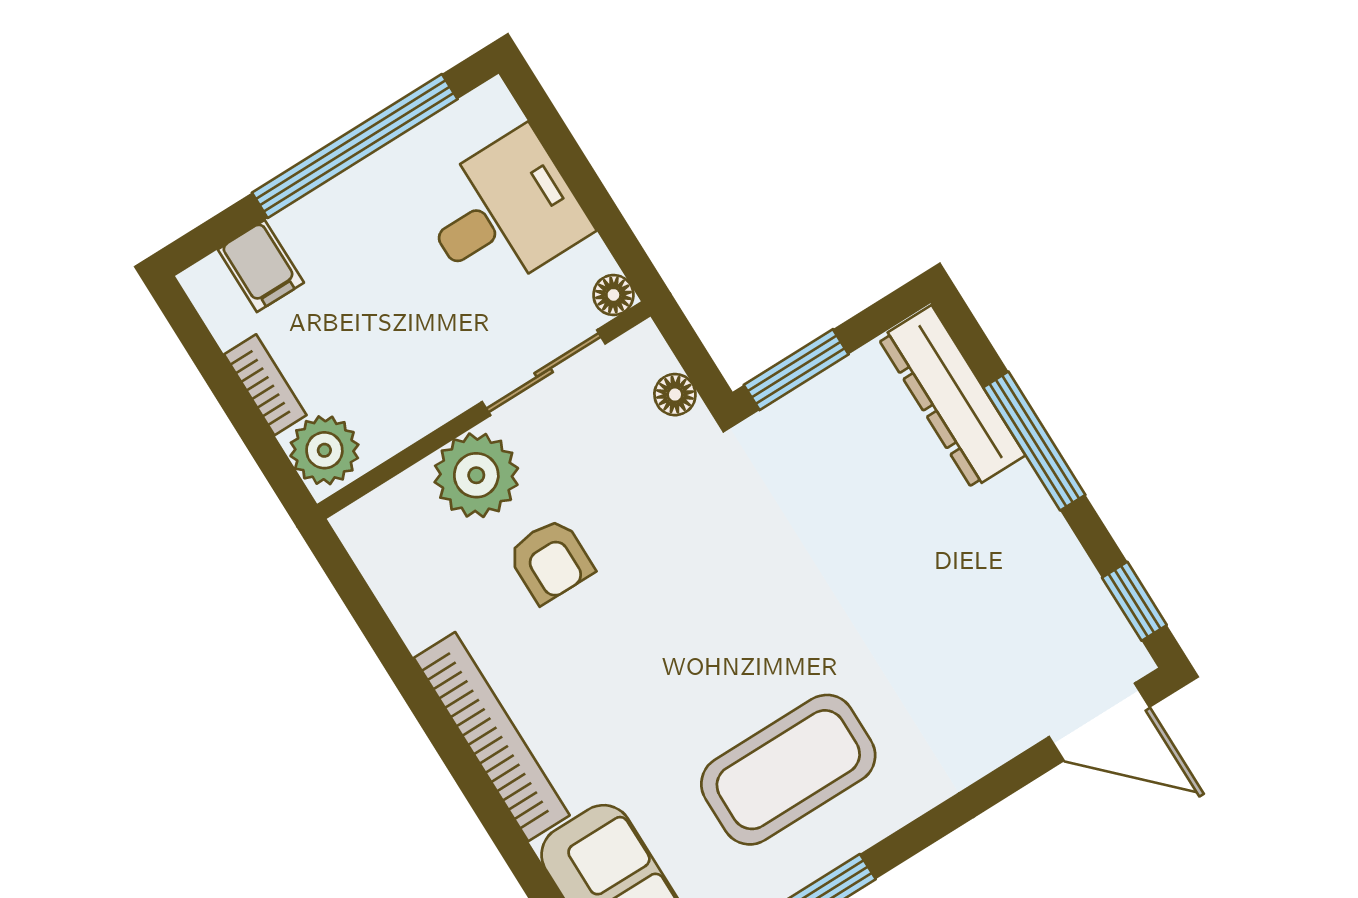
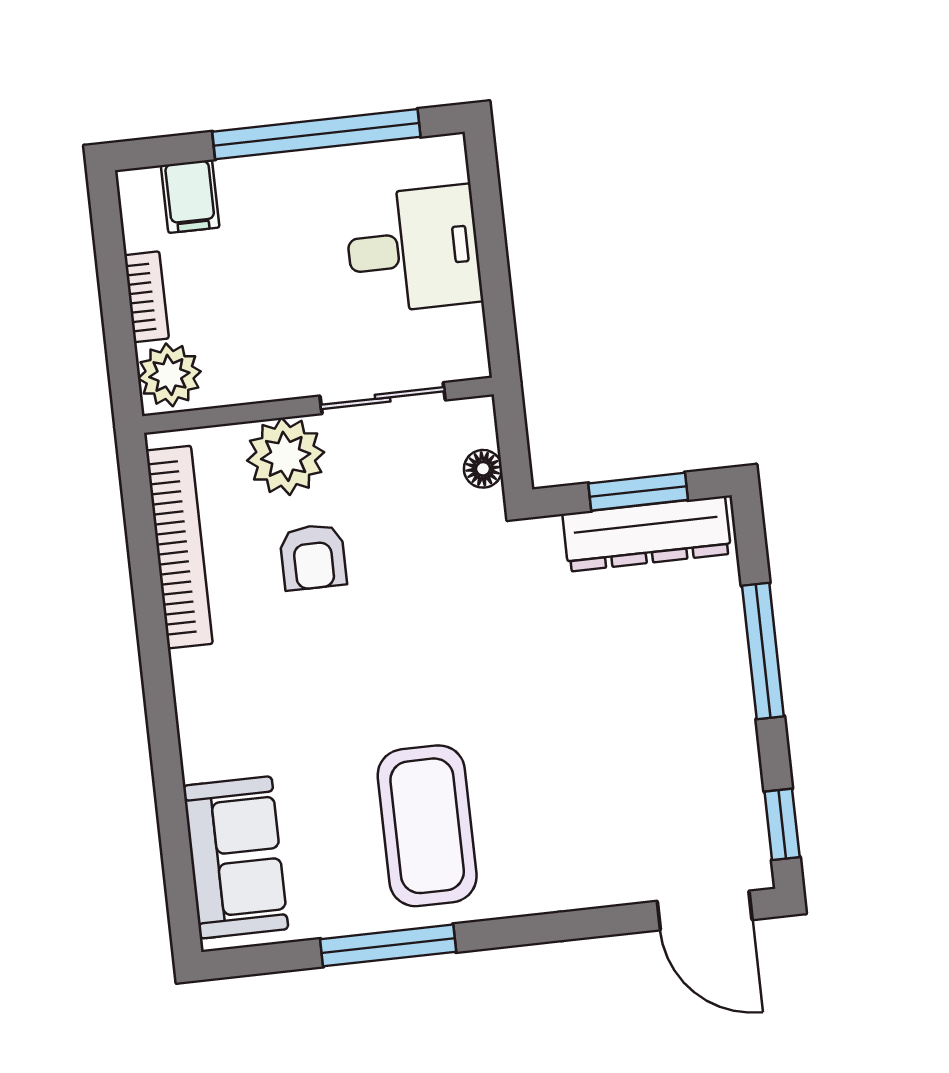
floor lamp: (613, 295) -> (472, 361), removed
window: (796, 370) -> (638, 492), moved
dresser: (952, 397) -> (647, 534), moved, turned -90
bookcase: (492, 737) -> (179, 547), moved
coffee table: (788, 770) -> (427, 826), turned 90

